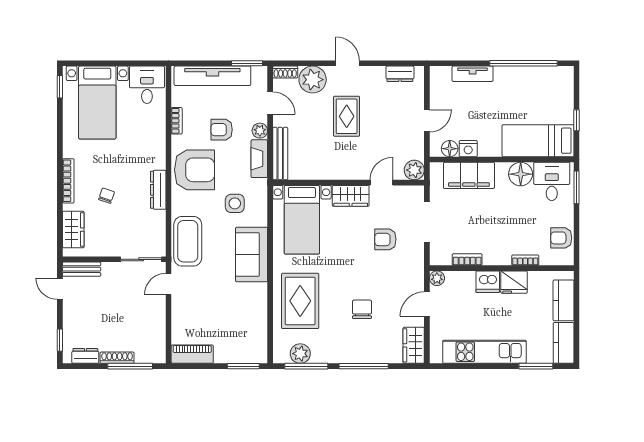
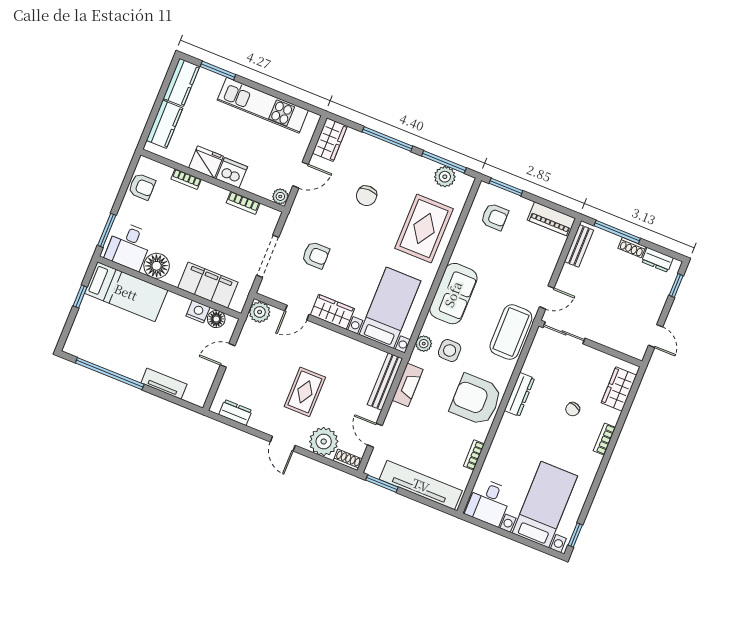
armchair: (222, 130) -> (495, 217), moved
plant: (260, 131) -> (424, 344), moved
bookcase: (68, 181) -> (604, 439), width x0.64
bench: (82, 269) -> (579, 246), moved, turned 90
shoe rack: (117, 358) -> (632, 247), width x0.70

